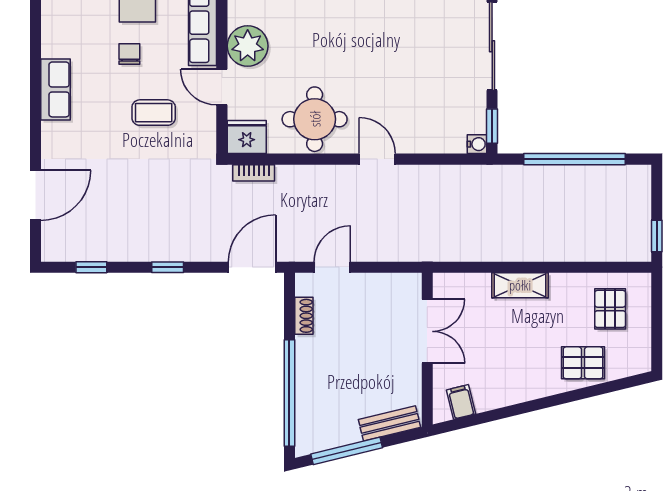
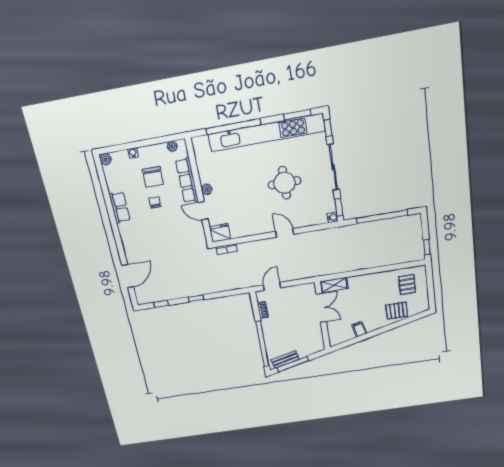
plant: (248, 46) -> (207, 189), width x0.53, depth x0.53
row of seats: (56, 89) -> (120, 207), moved
coffee table: (154, 113) -> (173, 229), removed
round table: (315, 119) -> (284, 183), moved
door: (252, 267) -> (235, 292), removed
shelving: (520, 285) -> (334, 285), moved
filing cabinet: (461, 402) -> (359, 329), moved
bench: (389, 423) -> (285, 360), moved

